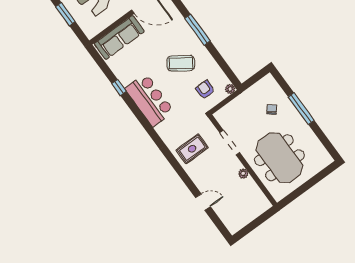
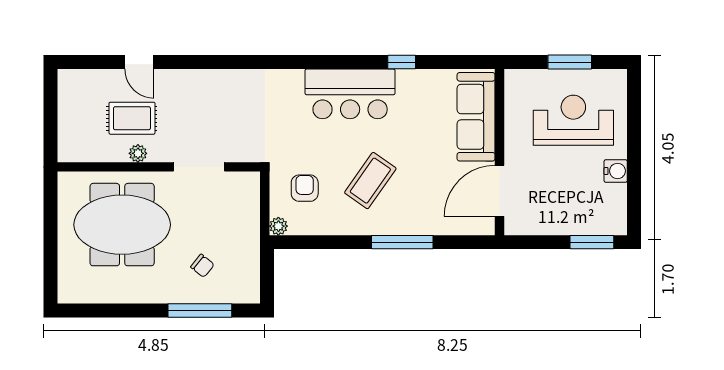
armchair: (205, 90) -> (305, 188), turned -90
window: (301, 109) -> (200, 310), moved
rug: (192, 149) -> (132, 118), moved, turned 90
door: (203, 202) -> (139, 62), hinge flipped

